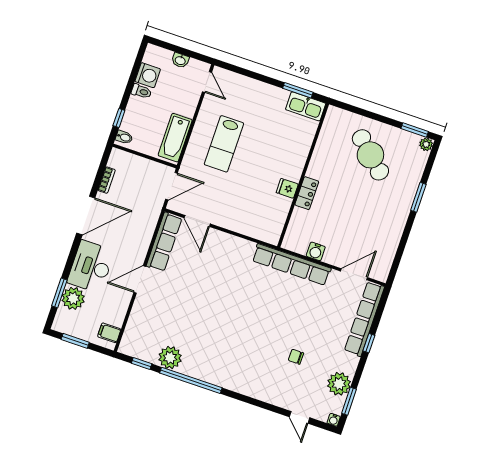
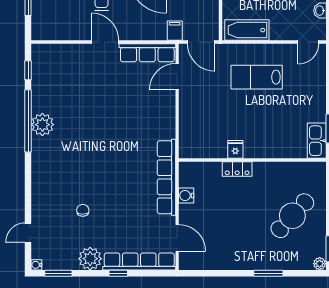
filing cabinet: (109, 333) -> (175, 31), moved
plant: (170, 358) -> (42, 125), moved
plant: (339, 384) -> (90, 259), moved

